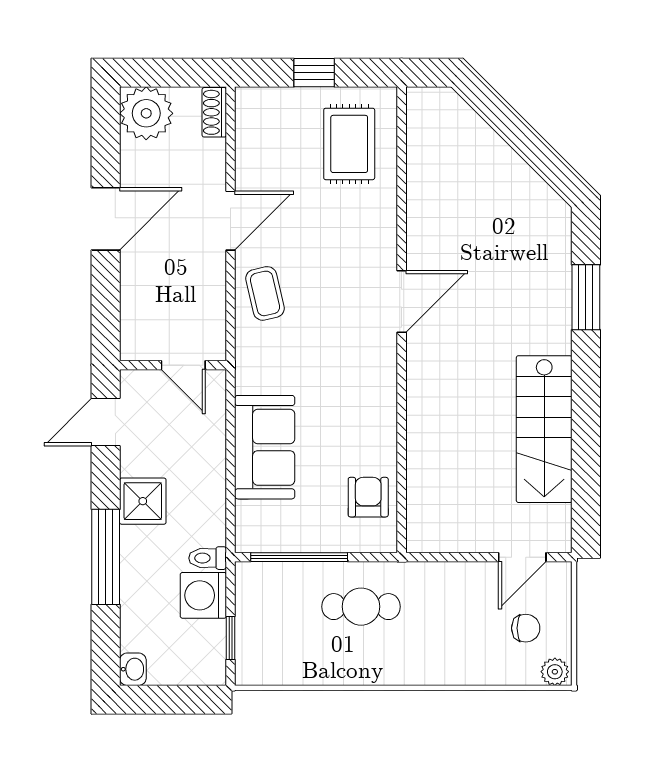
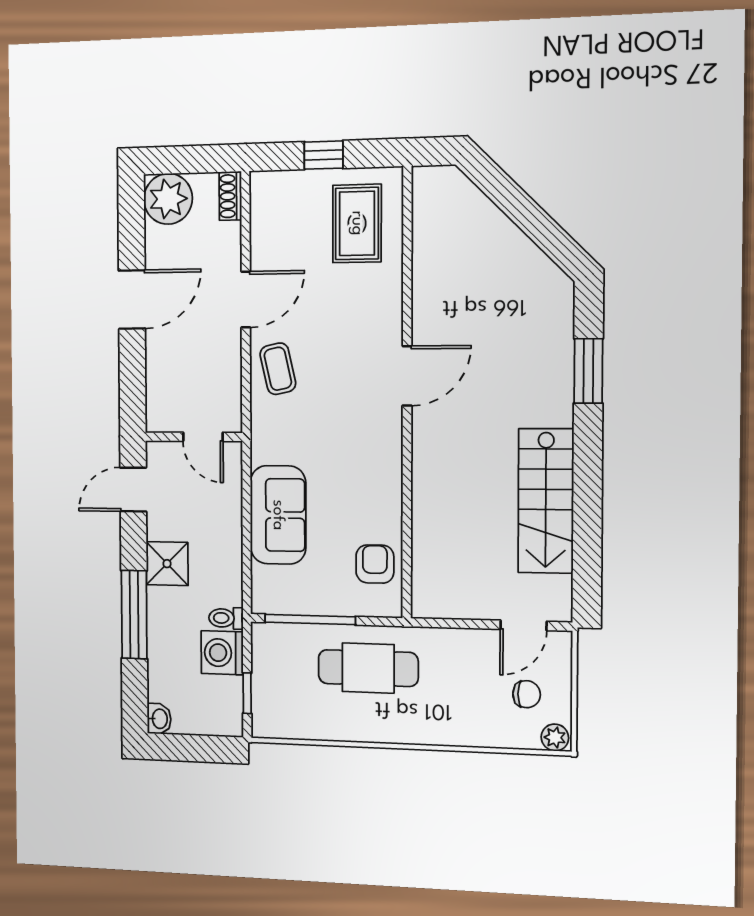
cafe table: (361, 607) -> (368, 668), width x1.37, depth x1.35

